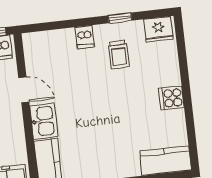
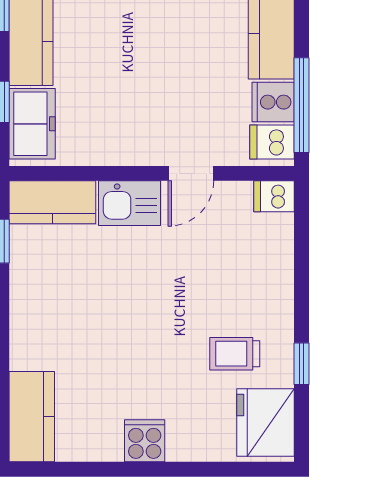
fridge: (158, 29) -> (266, 423), width x1.36, depth x1.34
dishwasher: (85, 37) -> (274, 196), moved

